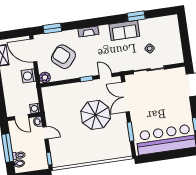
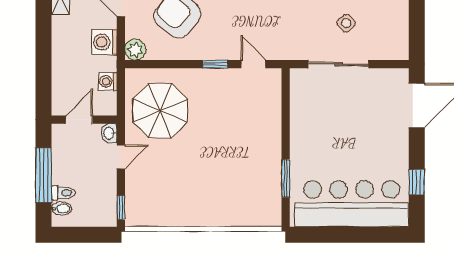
double door: (125, 97) -> (286, 110), removed
washing machine: (35, 108) -> (108, 81), moved
parasol: (96, 115) -> (160, 111), moved
door: (21, 117) -> (79, 120), swing flipped
door: (45, 133) -> (121, 157), hinge flipped

